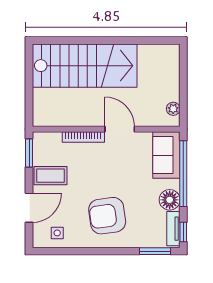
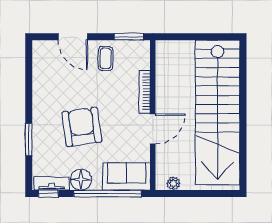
stairs: (85, 66) -> (217, 113), width x1.36
coffee table: (51, 176) -> (105, 58), width x0.73, depth x0.77
armchair: (107, 216) -> (82, 127), moved
side table: (57, 233) -> (47, 65), removed
window: (155, 251) -> (29, 140), moved

